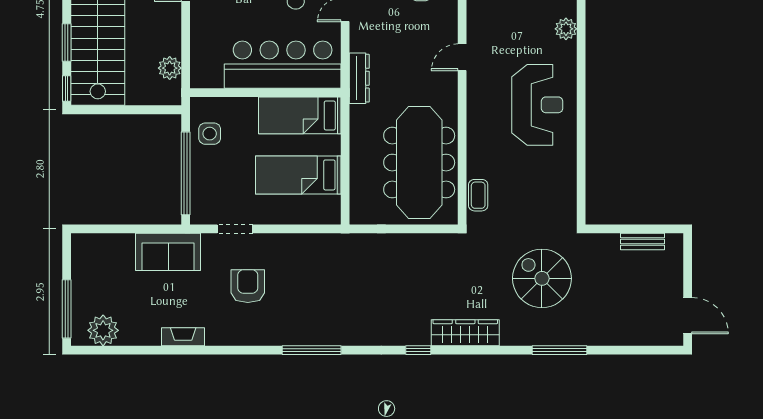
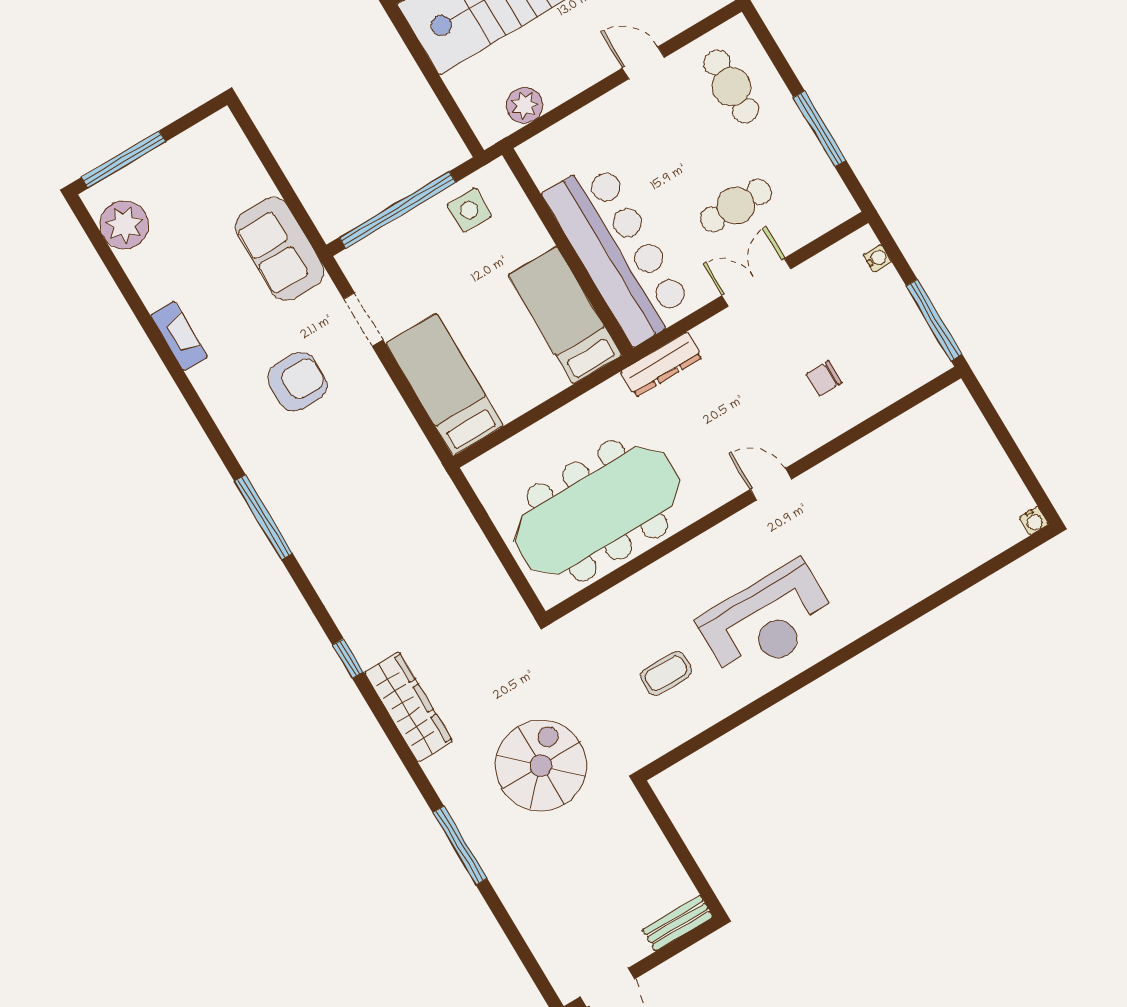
plant: (566, 29) -> (891, 599), removed
bed: (298, 175) -> (444, 385), moved
coffee table: (478, 195) -> (666, 673), moved
bench: (643, 241) -> (678, 923), moved, turned 90

